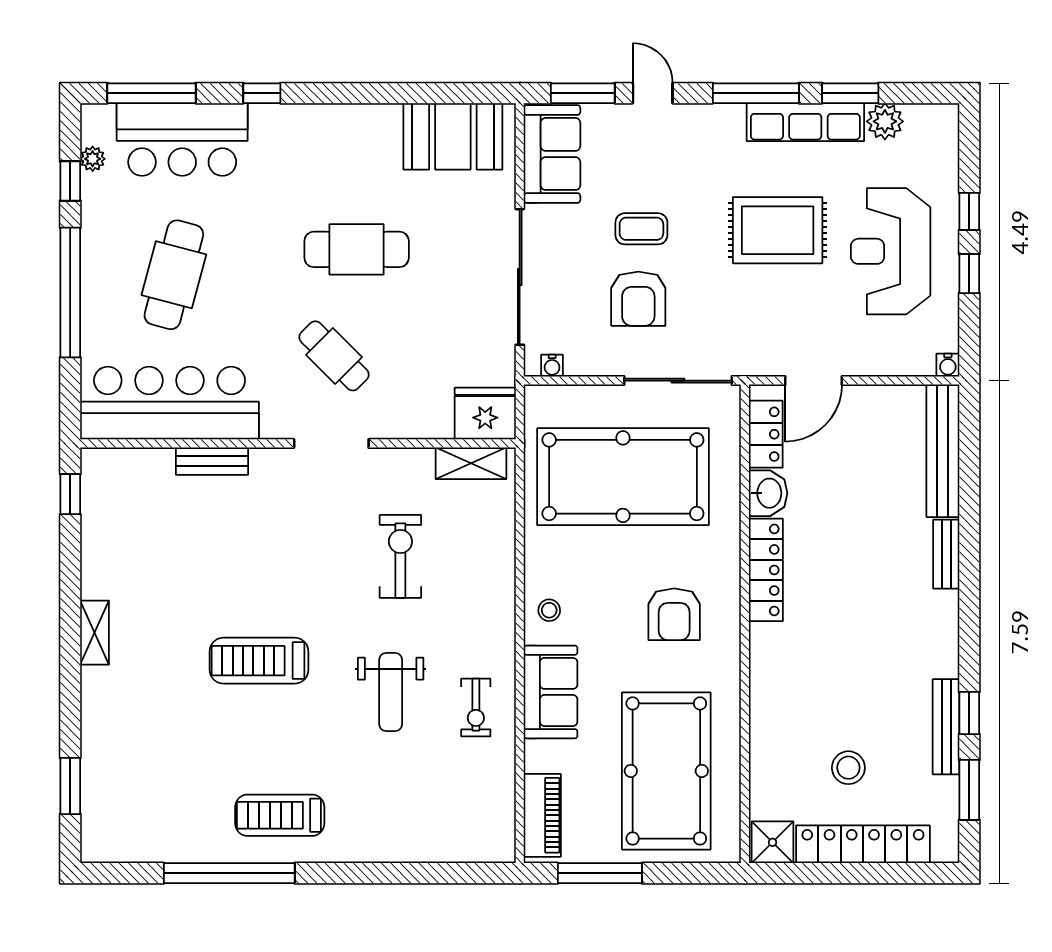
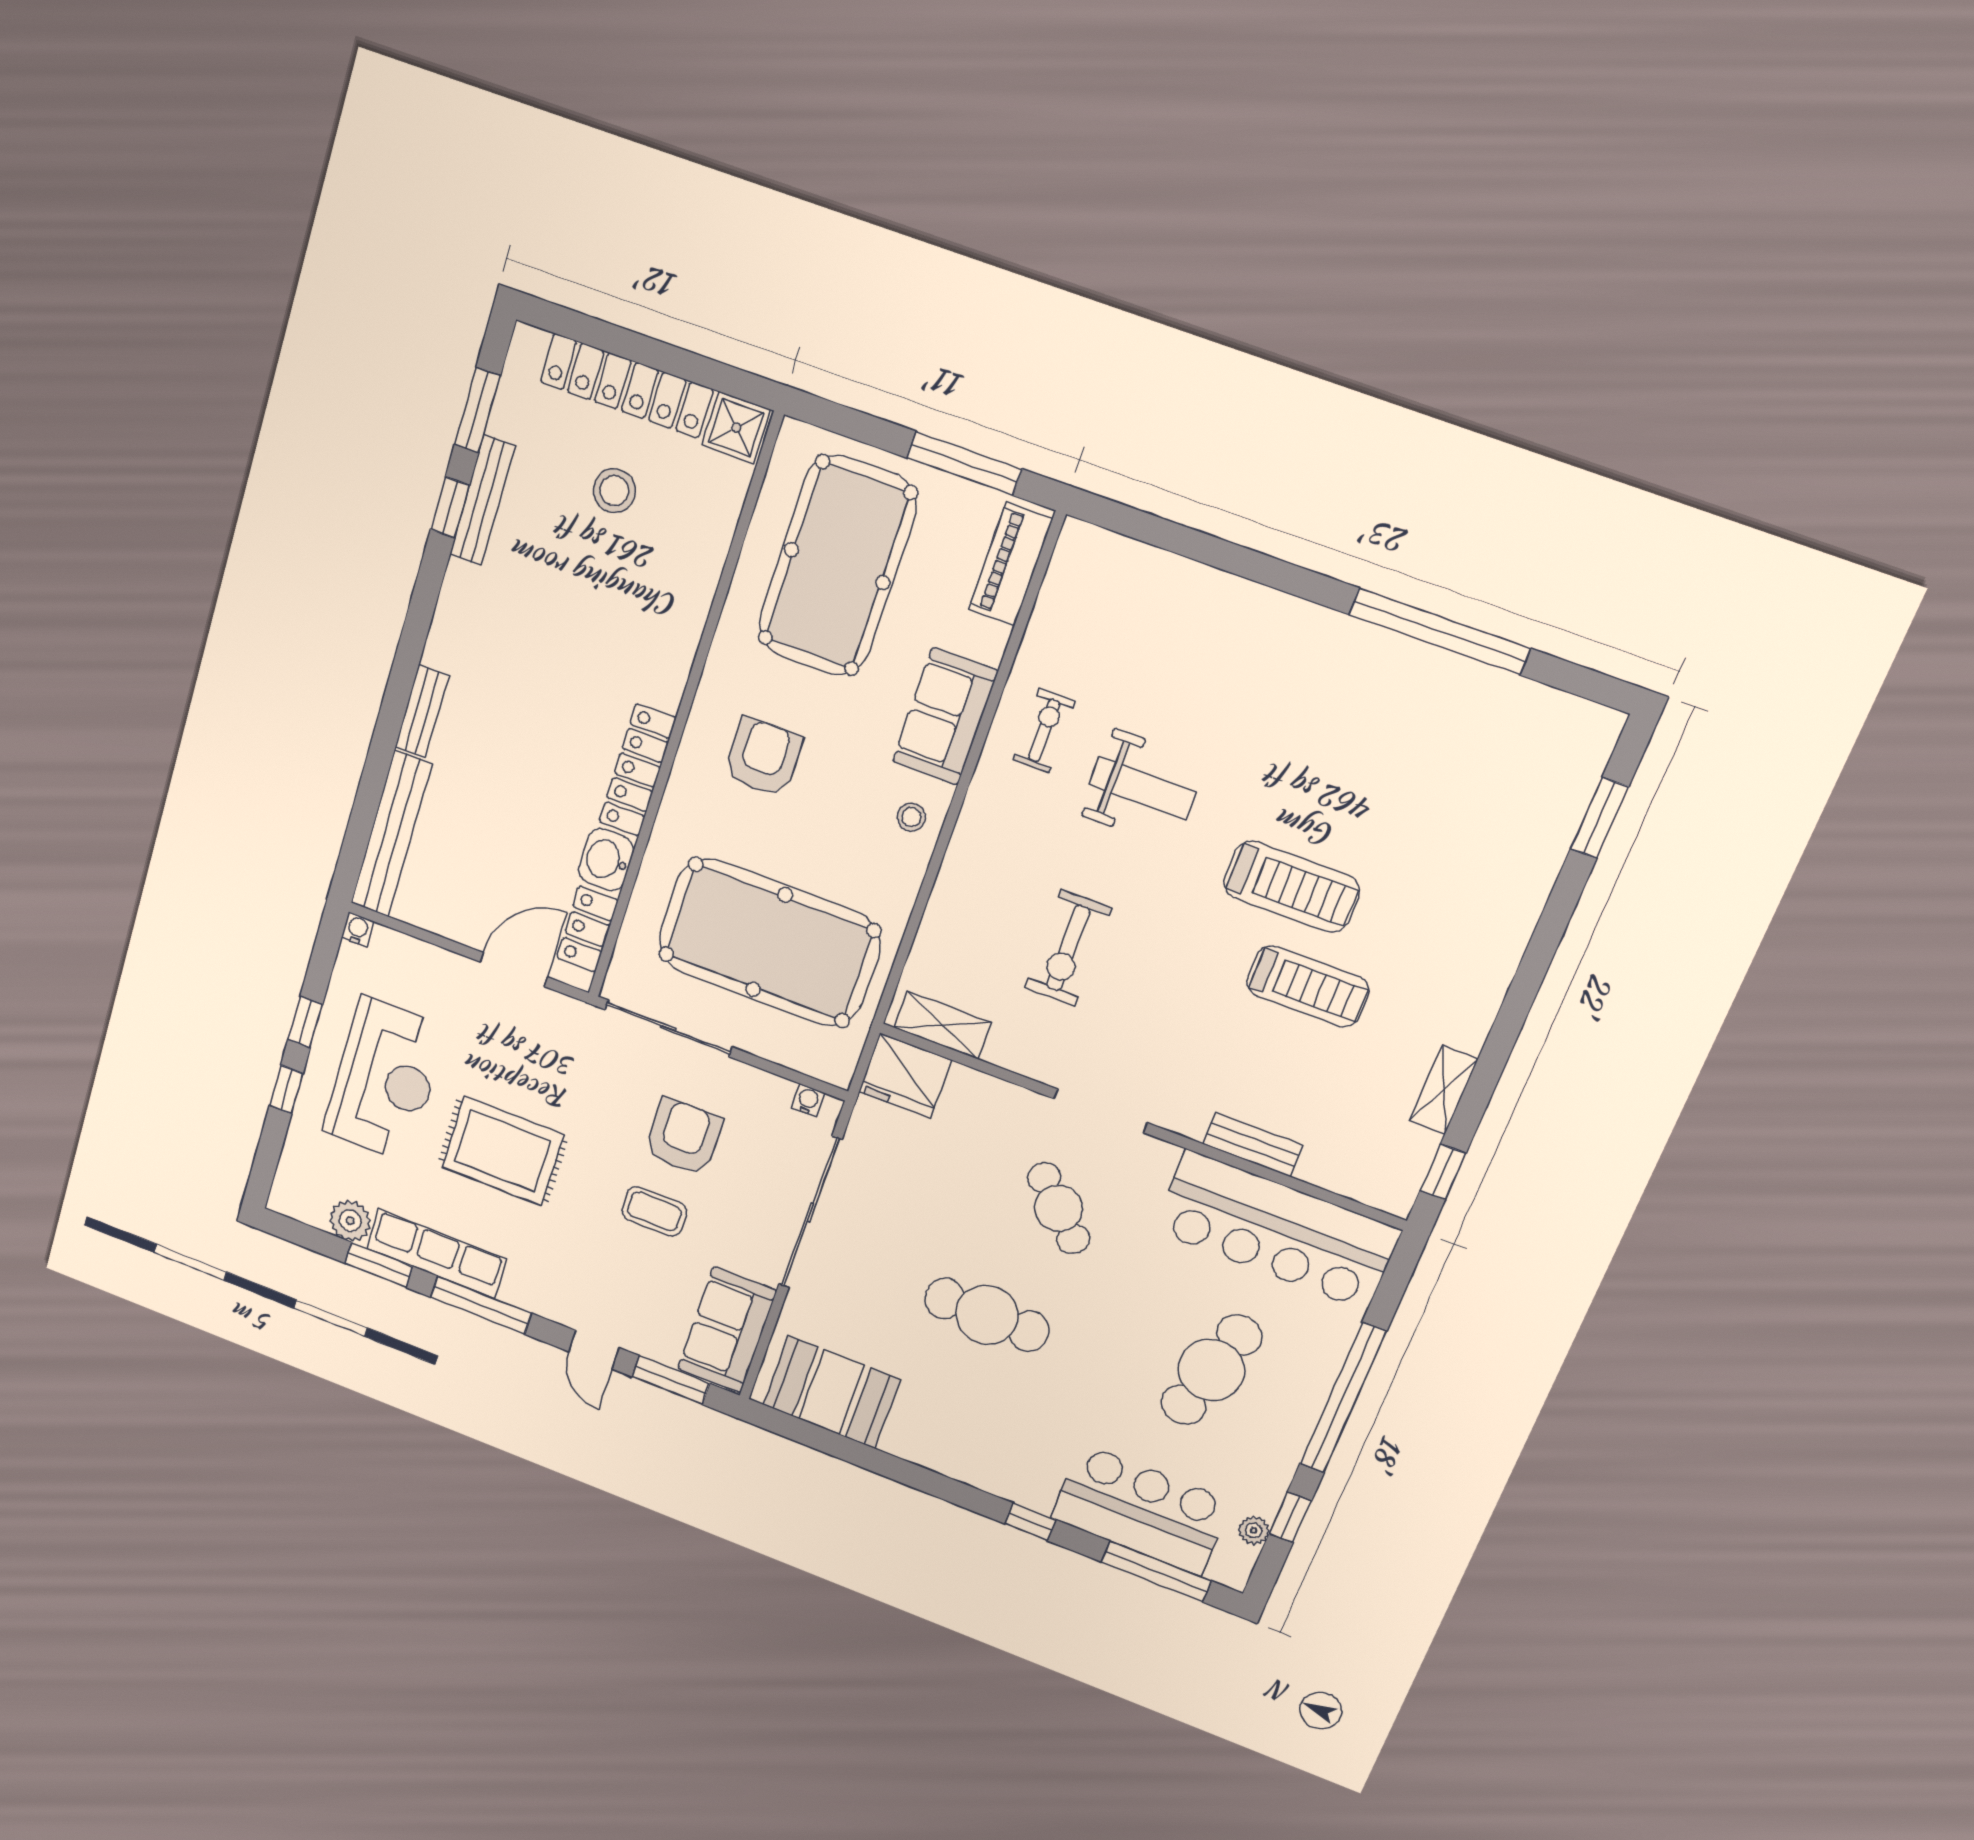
shelving: (95, 633) -> (1444, 1090), moved
weight bench: (391, 692) -> (1142, 788), turned 90
treadmill: (280, 815) -> (1308, 986), moved

